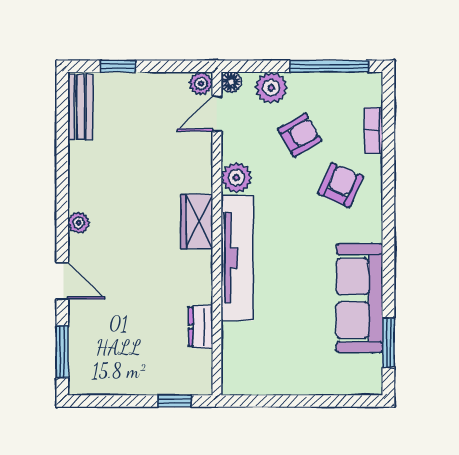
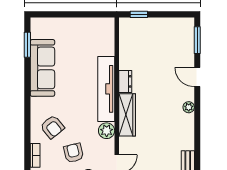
armchair: (300, 135) -> (74, 153), turned 106
armchair: (341, 185) -> (52, 127), turned -63
wardrobe: (197, 221) -> (127, 115), width x1.50
dresser: (200, 327) -> (125, 81), moved

